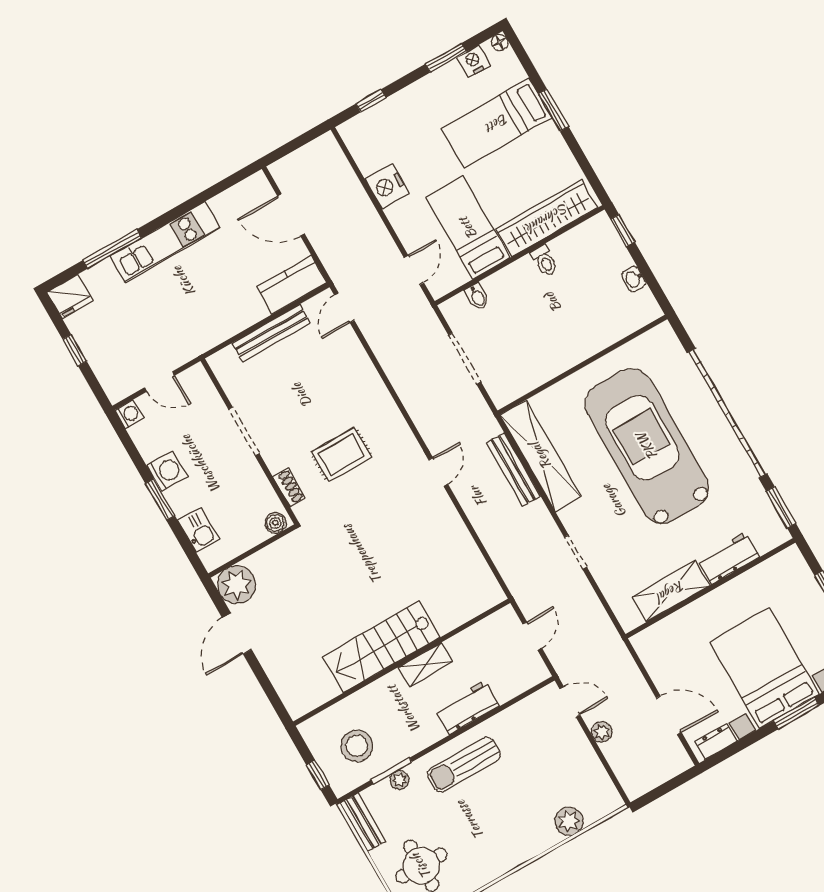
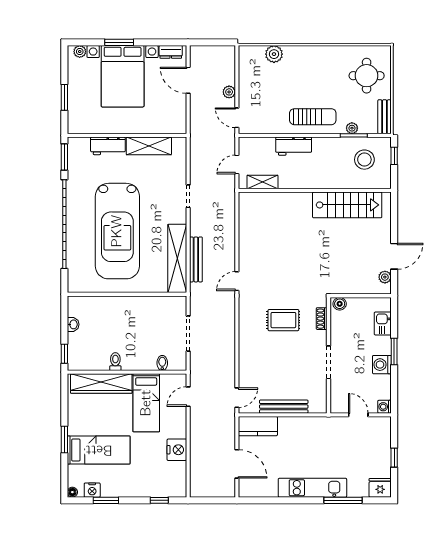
plant: (237, 585) -> (385, 277), width x0.53, depth x0.53
stairs: (381, 647) -> (347, 205), moved
shelving: (426, 664) -> (262, 182), moved

